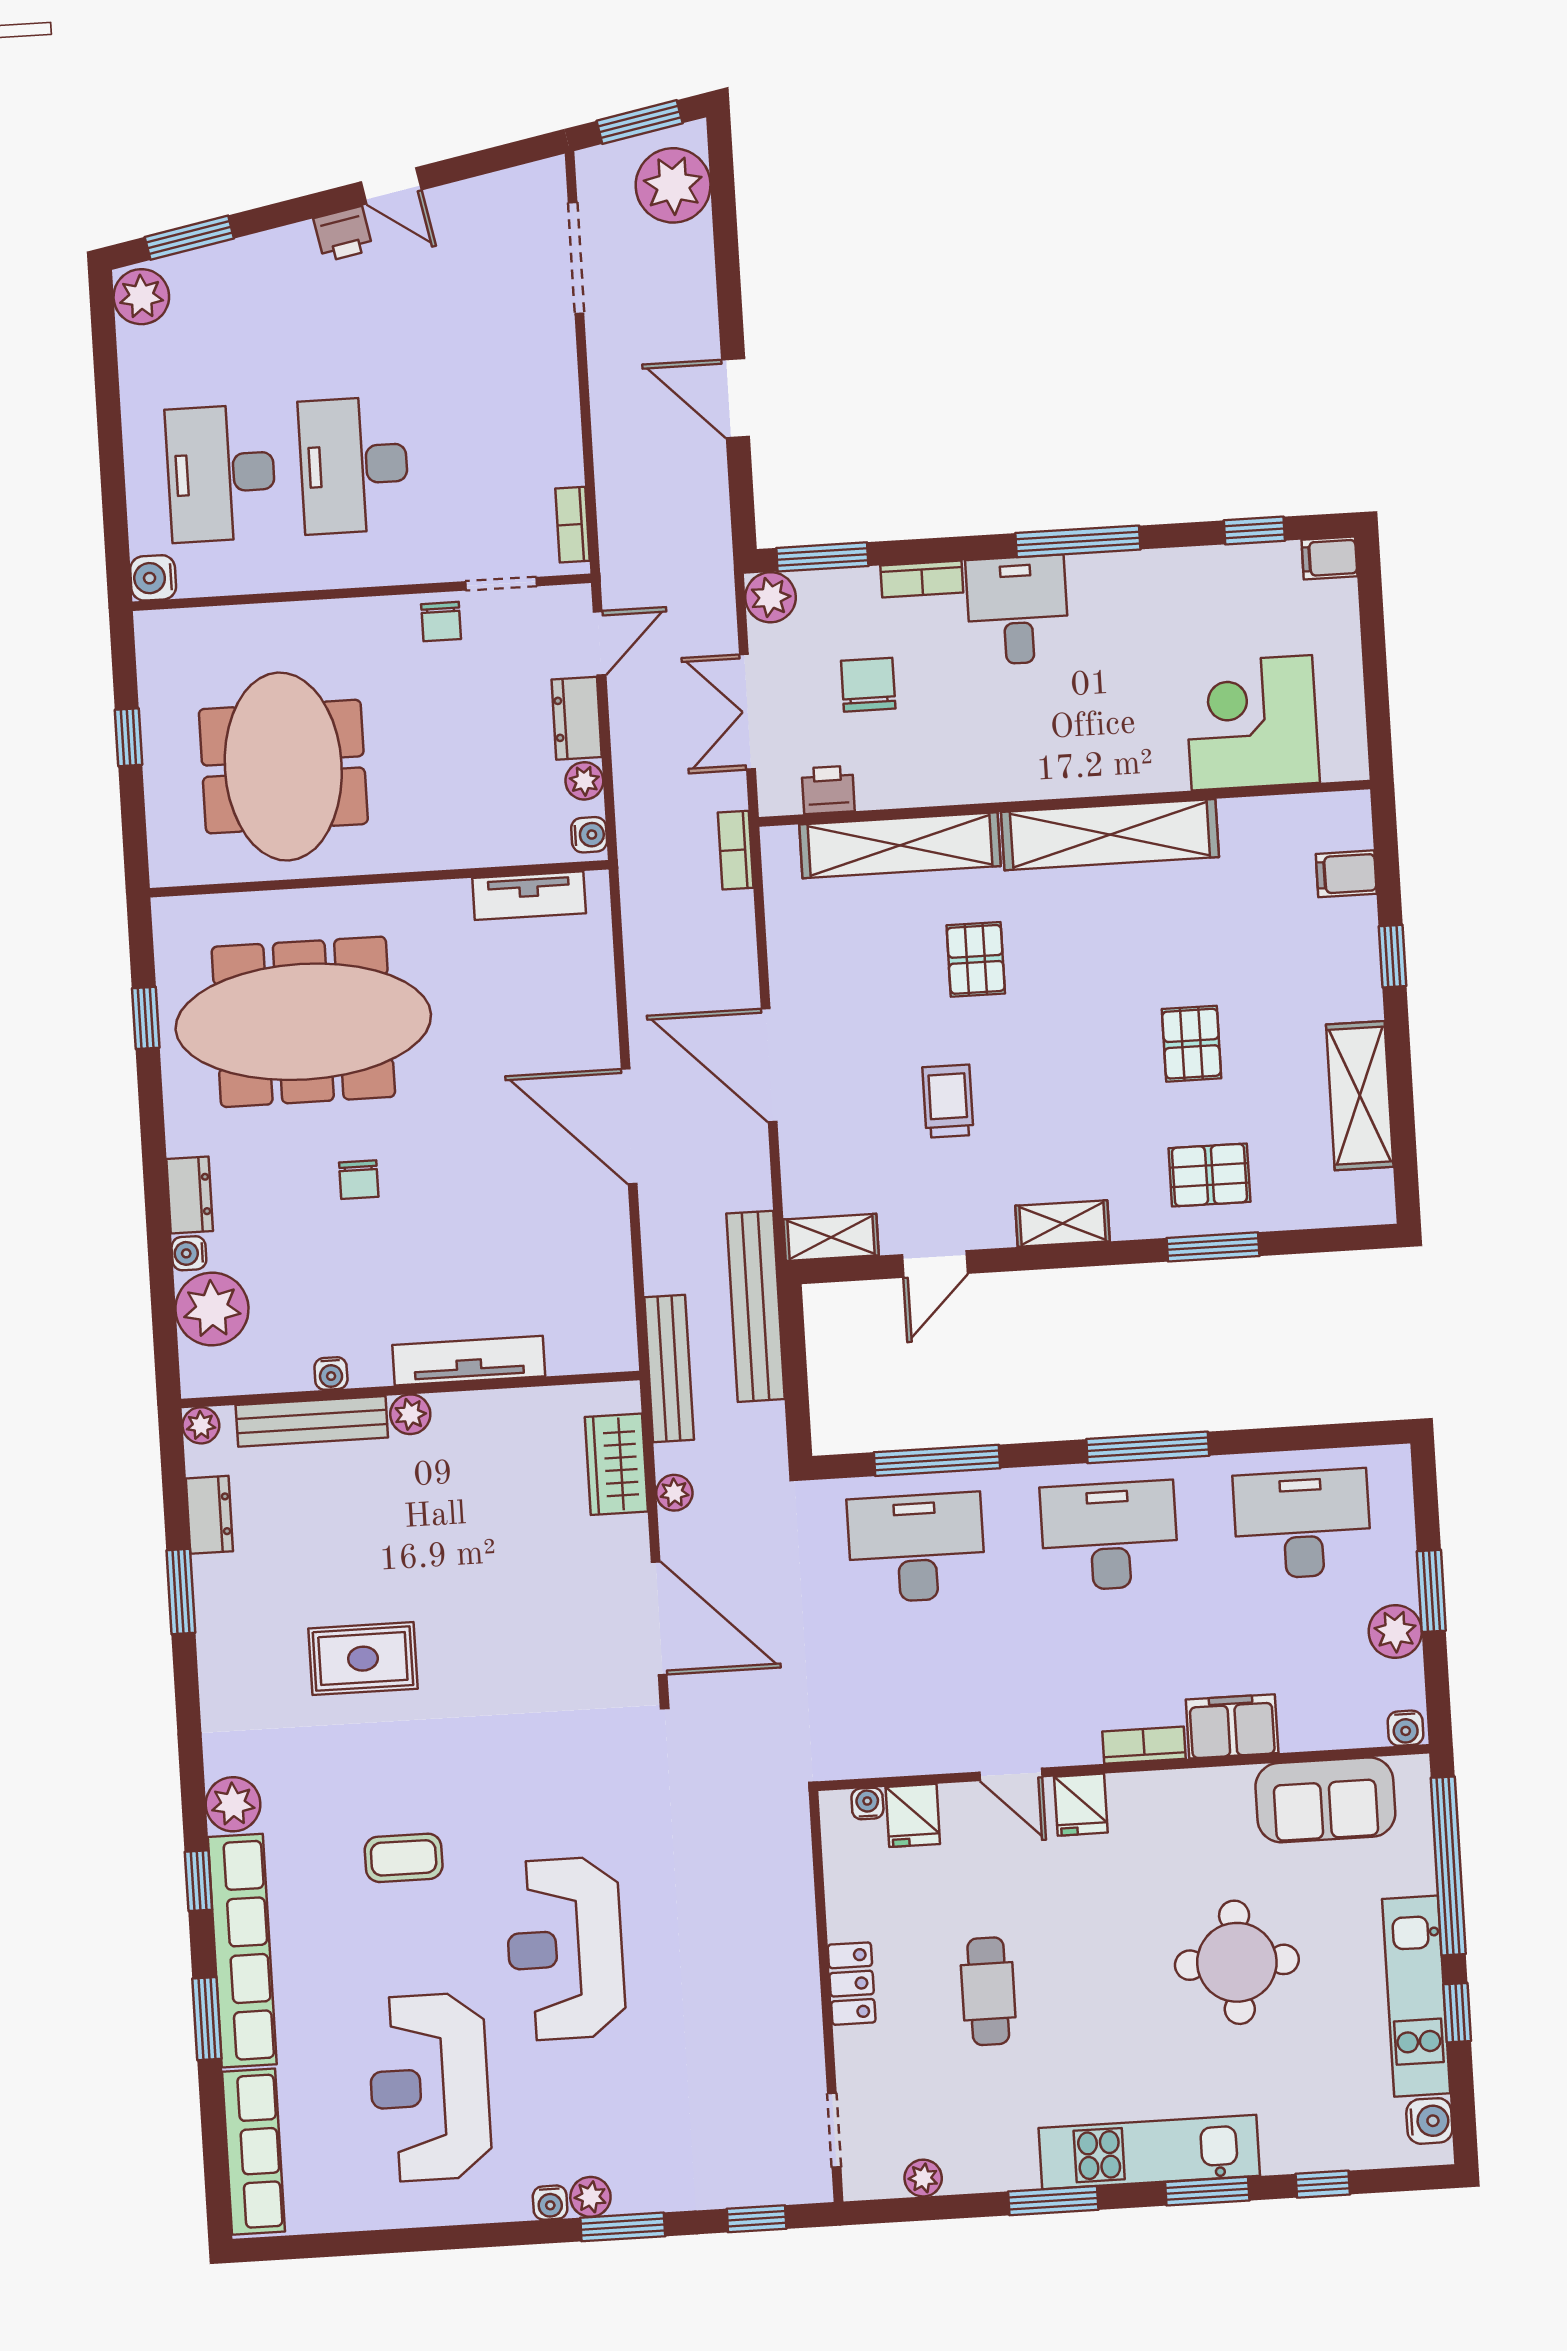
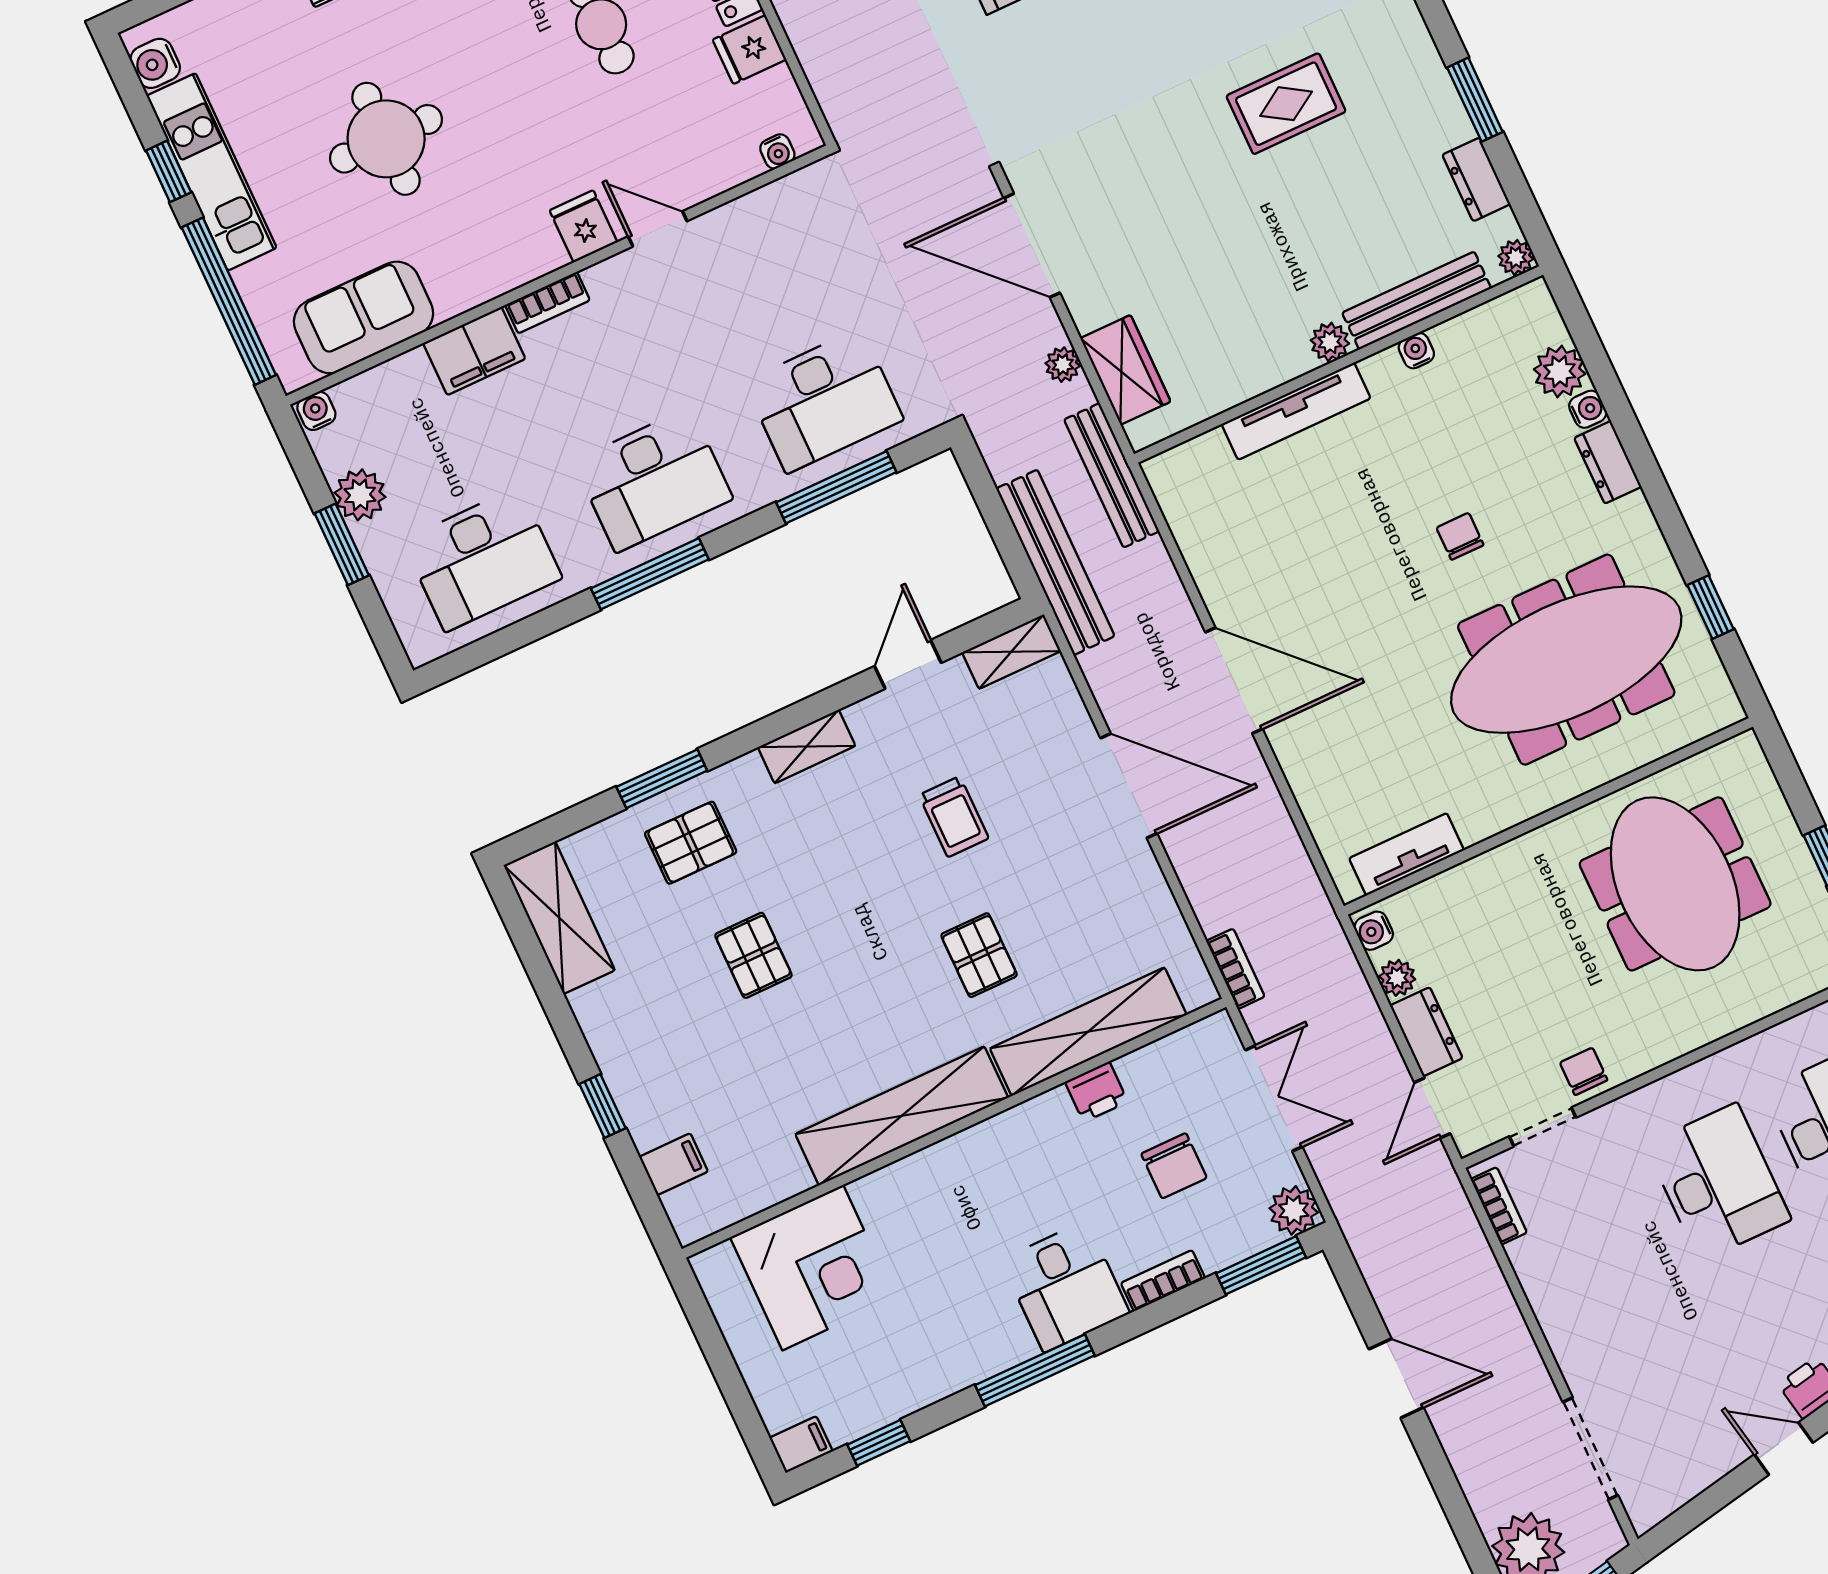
printer: (828, 790) -> (1096, 1092), moved
shelving: (1360, 1096) -> (559, 918), moved
plant: (212, 1309) -> (1560, 371), width x0.73, depth x0.73
fridge: (913, 1815) -> (749, 50), moved, turned -90

